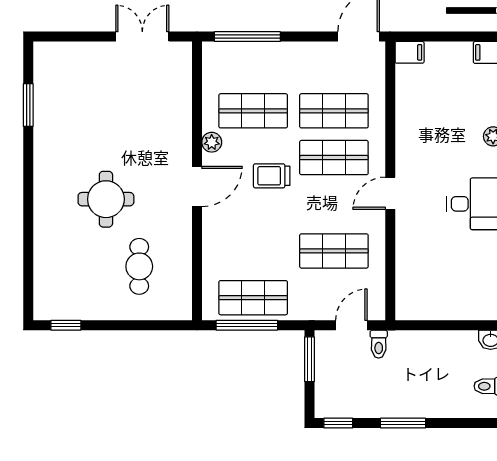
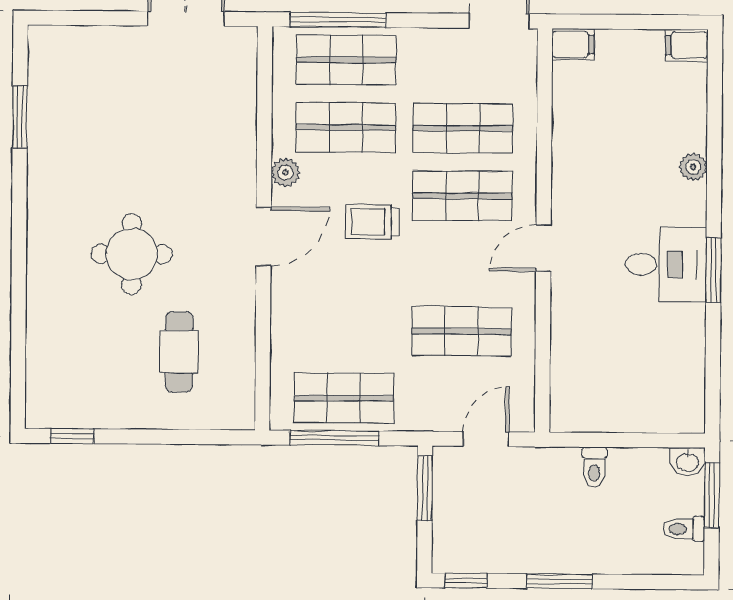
shop shelf: (253, 64) -> (346, 60), added
toilet: (379, 344) -> (594, 467), moved

